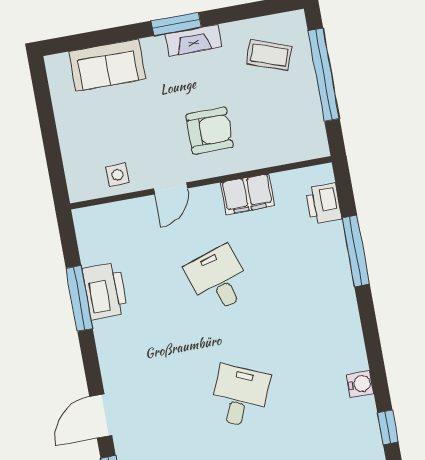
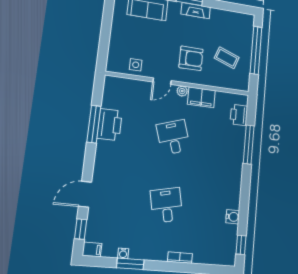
coffee table: (269, 55) -> (227, 58), moved
plant: (211, 194) -> (182, 91), added
desk: (240, 396) -> (167, 205), turned -36

